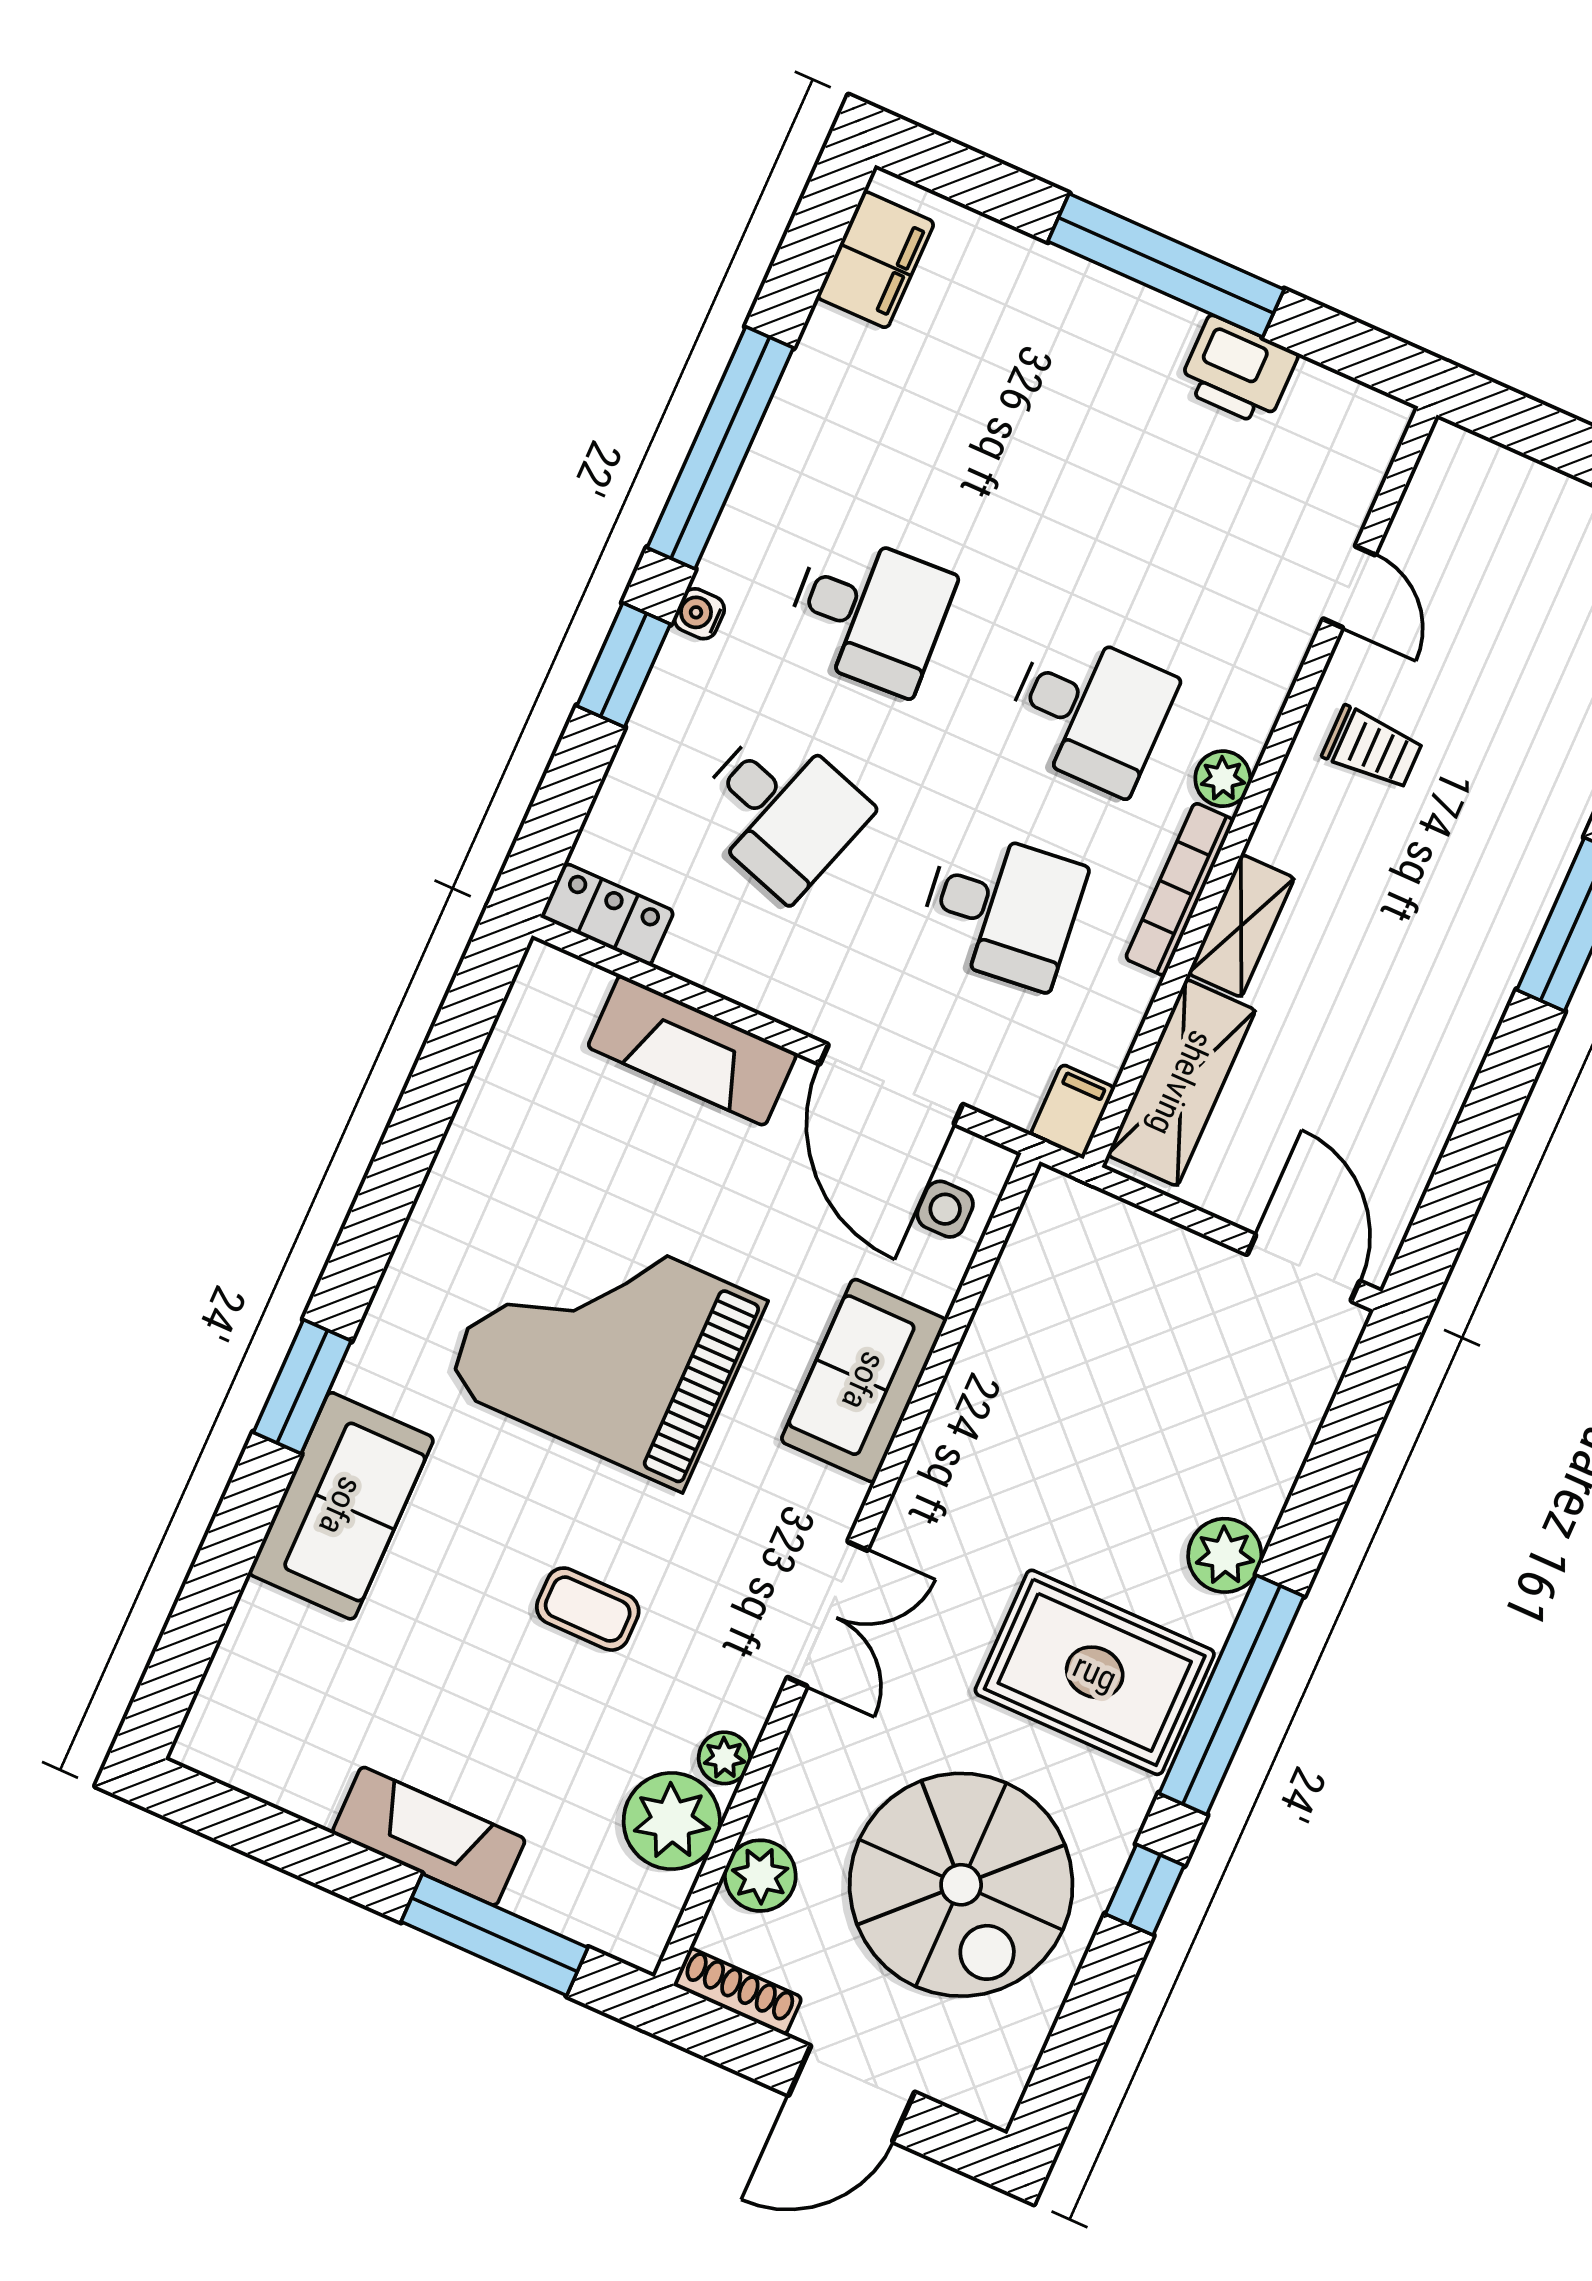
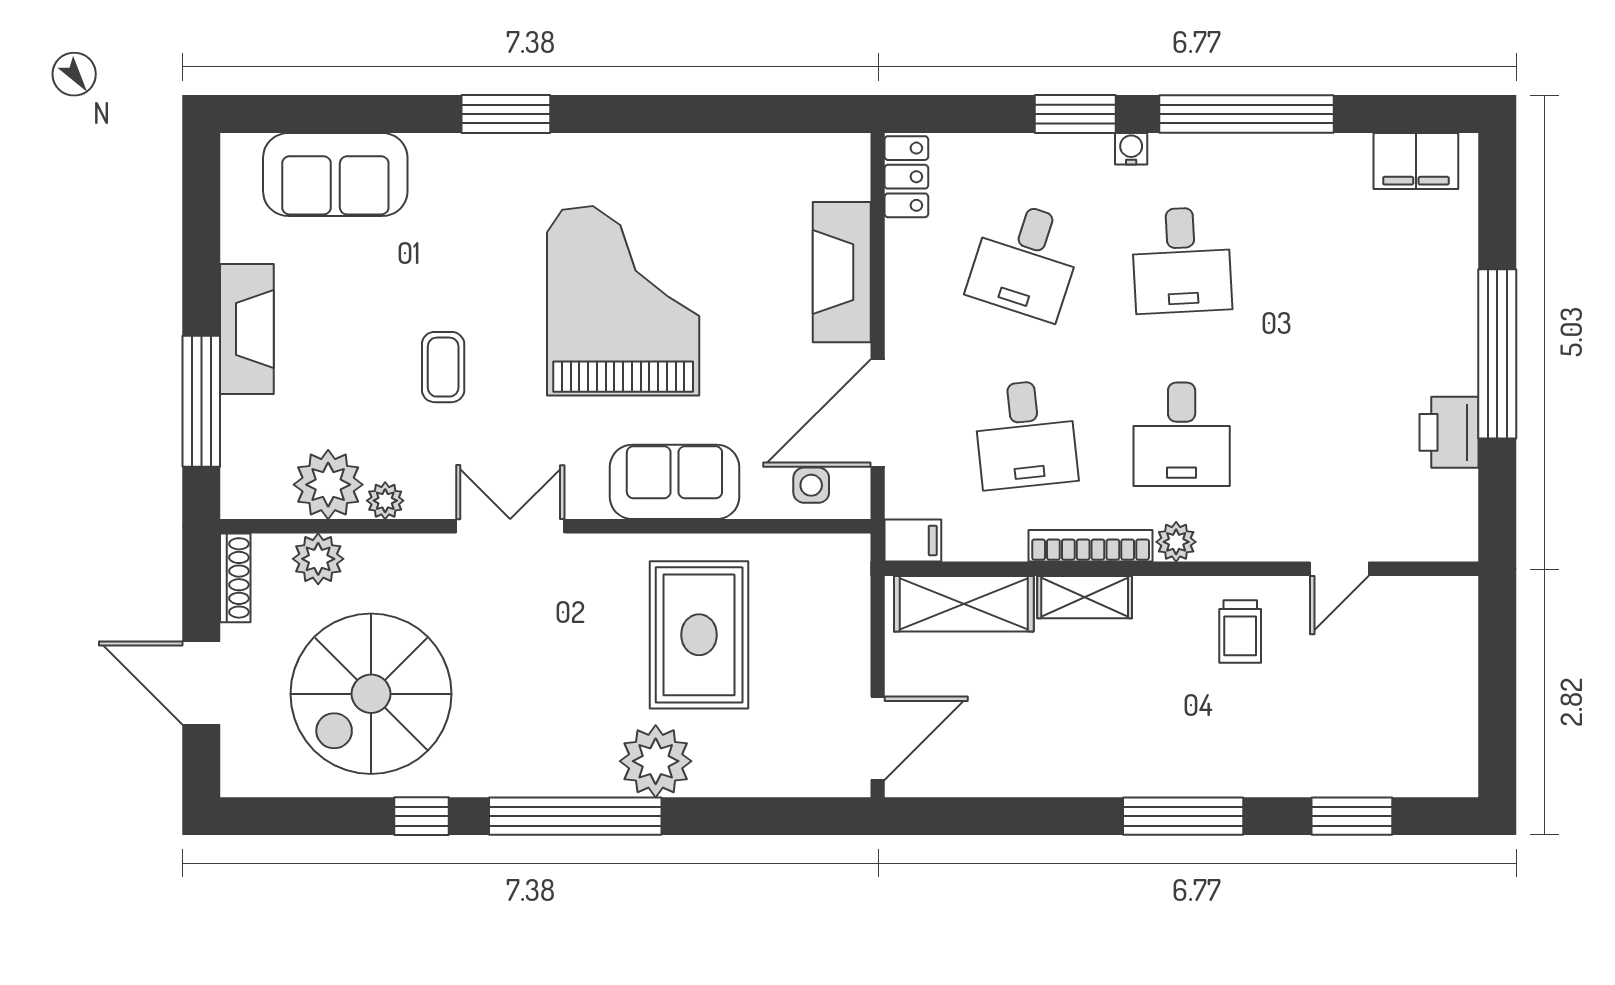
sofa: (341, 1506) -> (335, 175), moved
plant: (1225, 1555) -> (656, 761), width x1.36, depth x1.36
double door: (827, 1614) -> (510, 526), swing flipped
rug: (1095, 1672) -> (699, 635), moved

